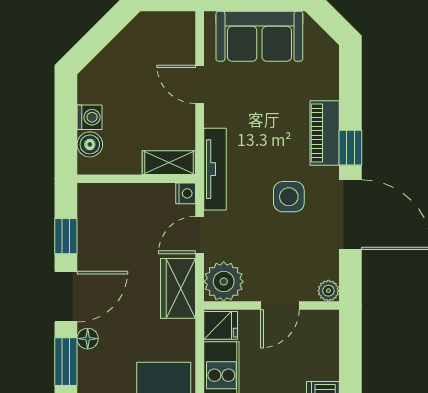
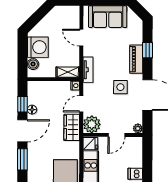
washing machine: (90, 117) -> (38, 47), width x1.89, depth x1.89
window: (350, 148) -> (148, 50), moved
tv unit: (215, 169) -> (88, 70), width x0.71
floor lamp: (88, 339) -> (32, 110), moved

